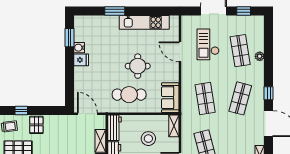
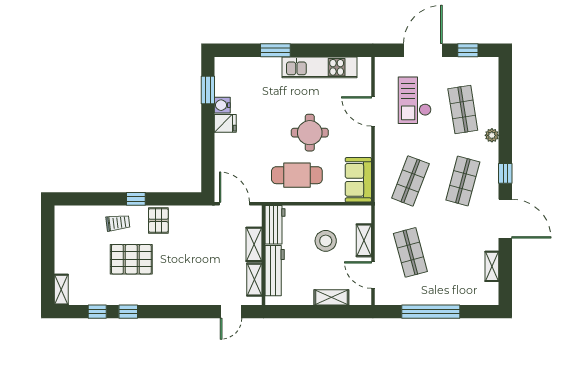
plant: (260, 56) -> (492, 135), moved
shop shelf: (205, 98) -> (410, 181), turned 30
shelving: (174, 126) -> (364, 240), moved

